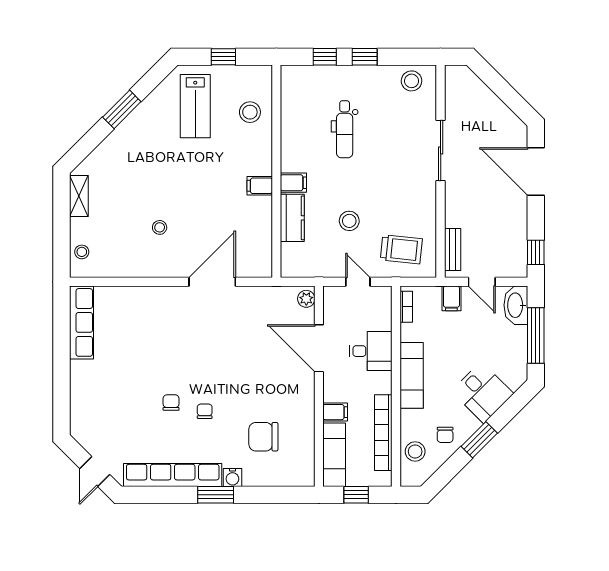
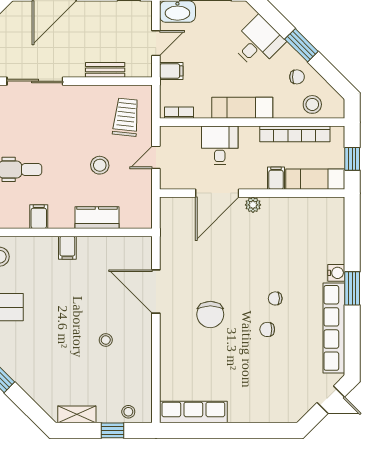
filing cabinet: (293, 183) -> (39, 217), moved
window: (61, 235) -> (112, 430), added
bench: (453, 249) -> (105, 70), moved
plant: (306, 299) -> (253, 205), moved
chair: (263, 437) -> (210, 314), moved

